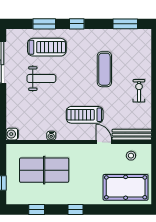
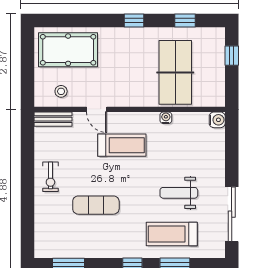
exercise mat: (104, 69) -> (96, 205), turned 90
bench: (132, 135) -> (53, 119), width x0.73
table tennis table: (44, 170) -> (175, 72), turned 90

